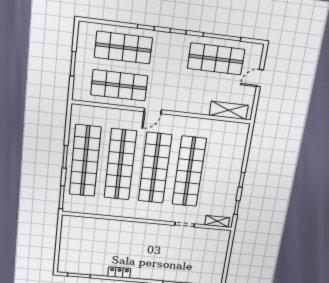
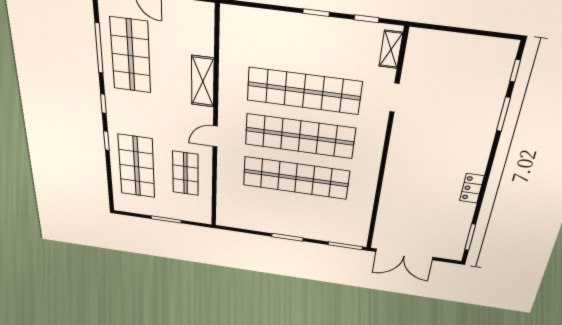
shop shelf: (119, 85) -> (185, 173), width x0.70, depth x0.74
shelving: (229, 110) -> (203, 81), moved
door: (153, 111) -> (215, 136), swing flipped
shop shelf: (85, 161) -> (292, 217), removed
double door: (58, 236) -> (404, 254), added

